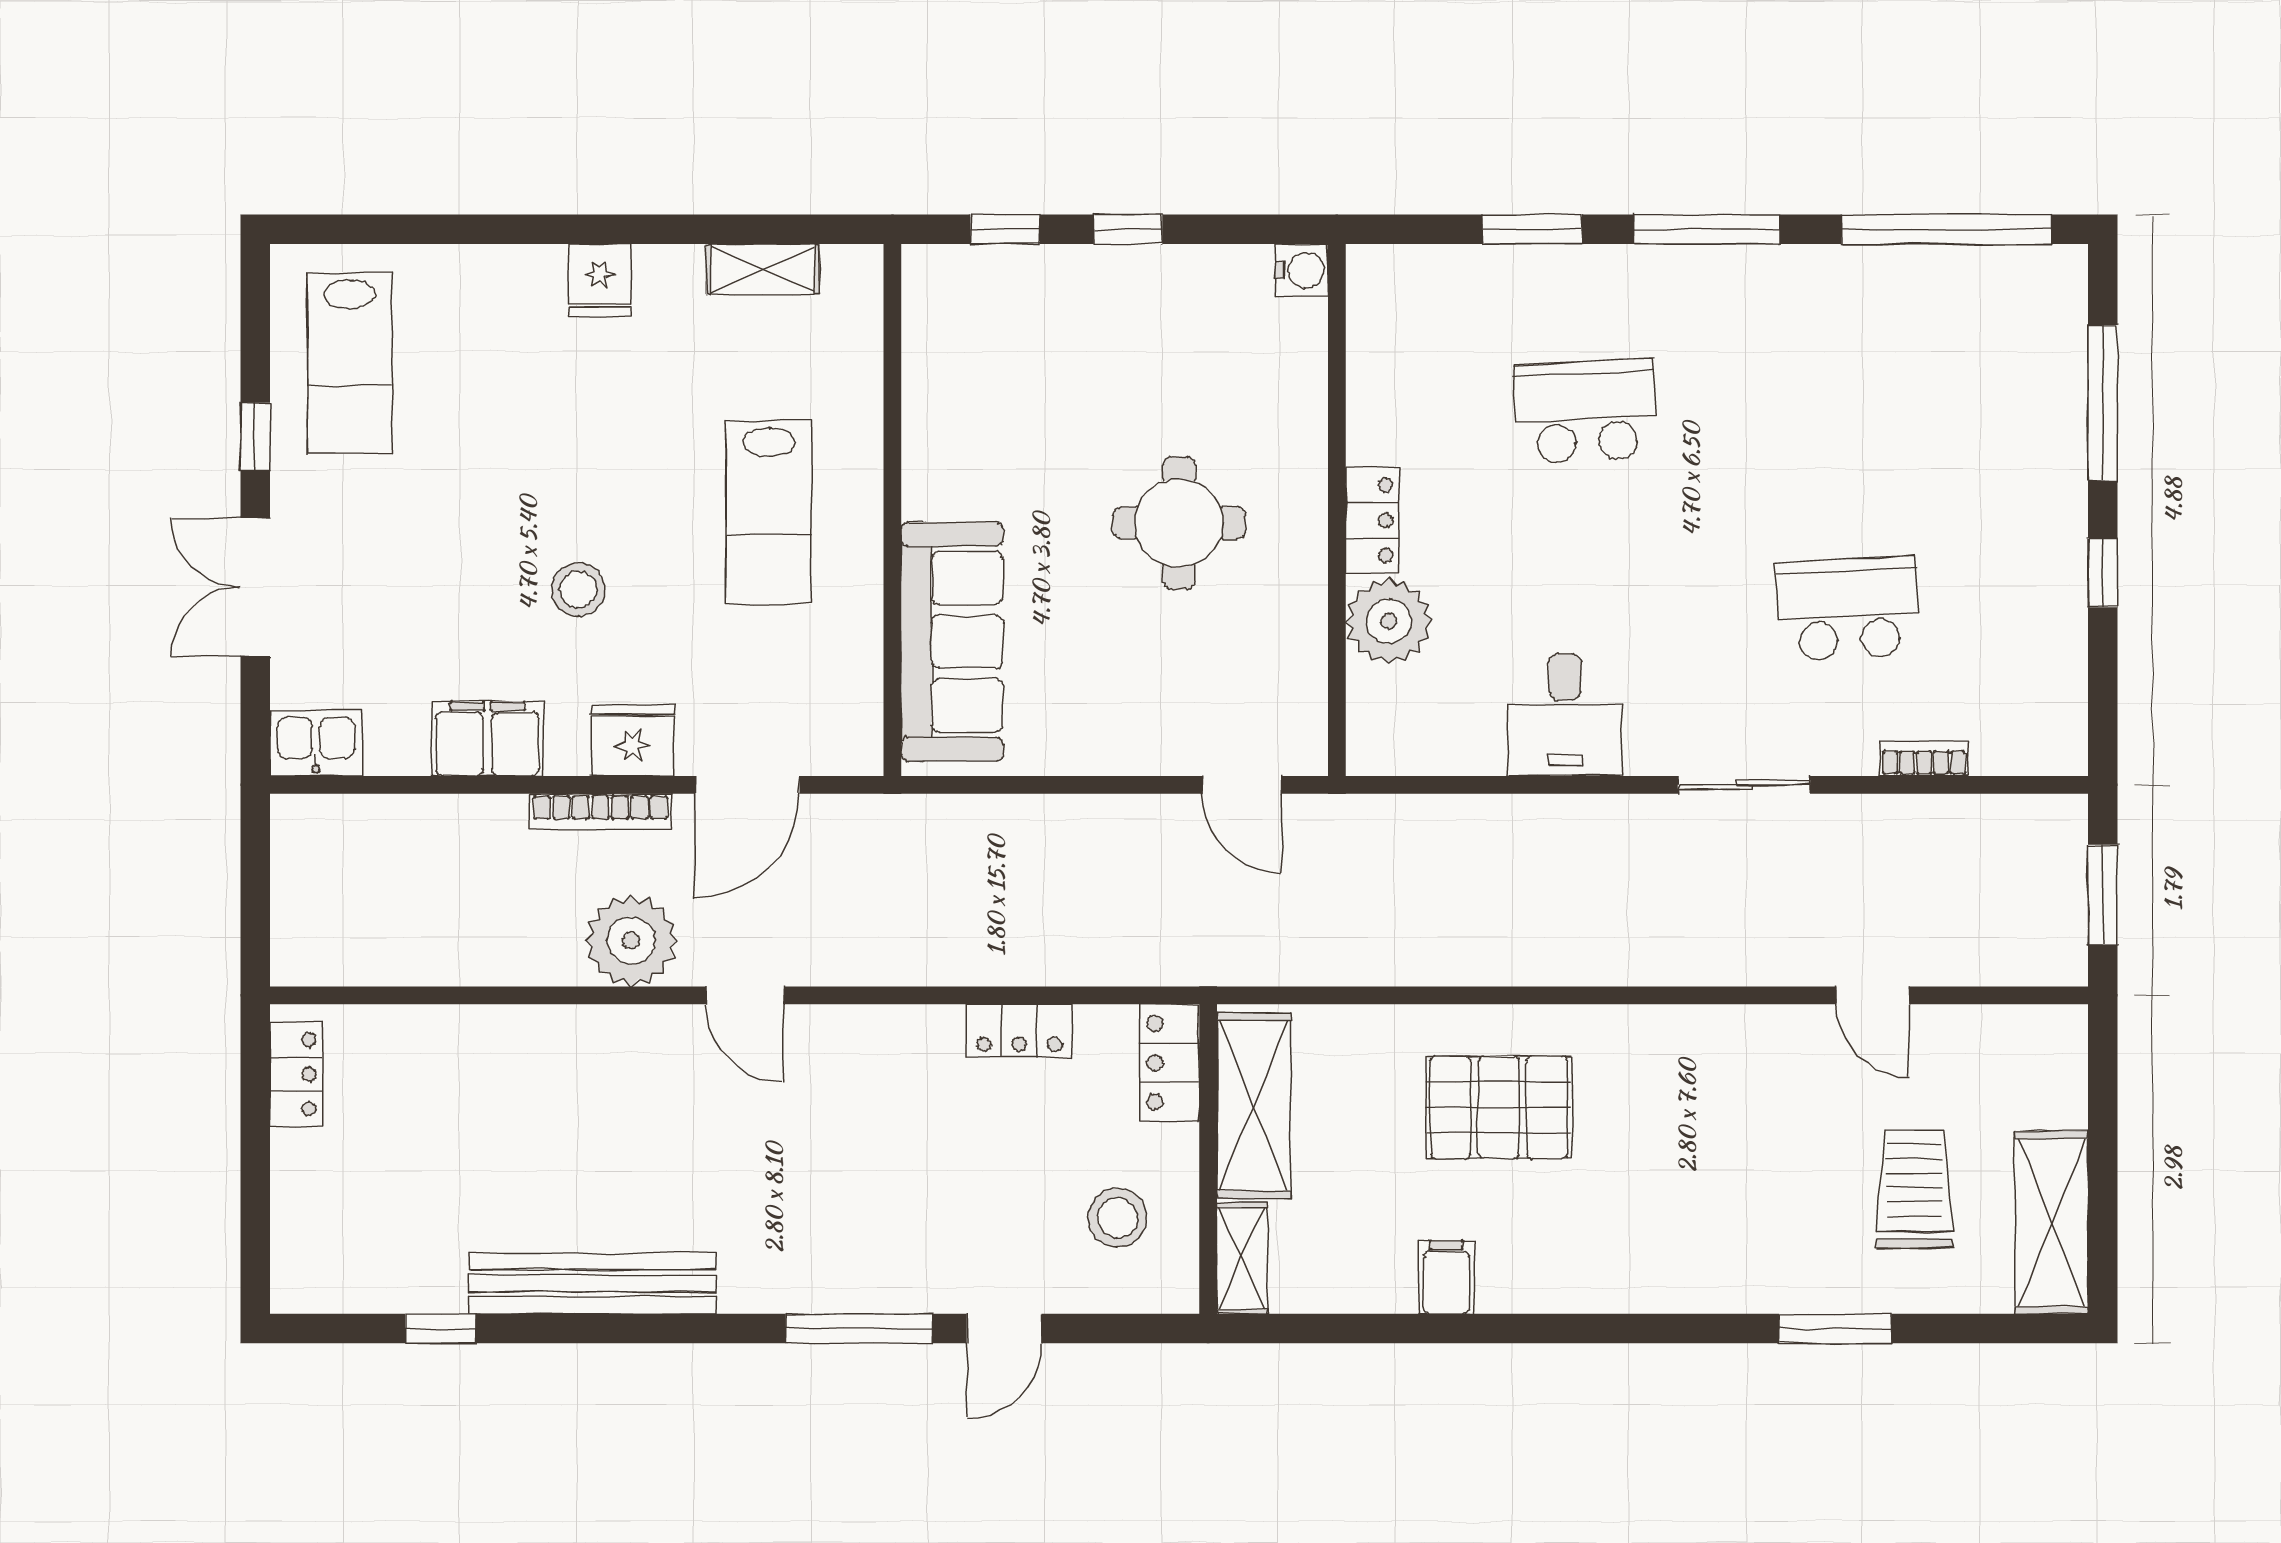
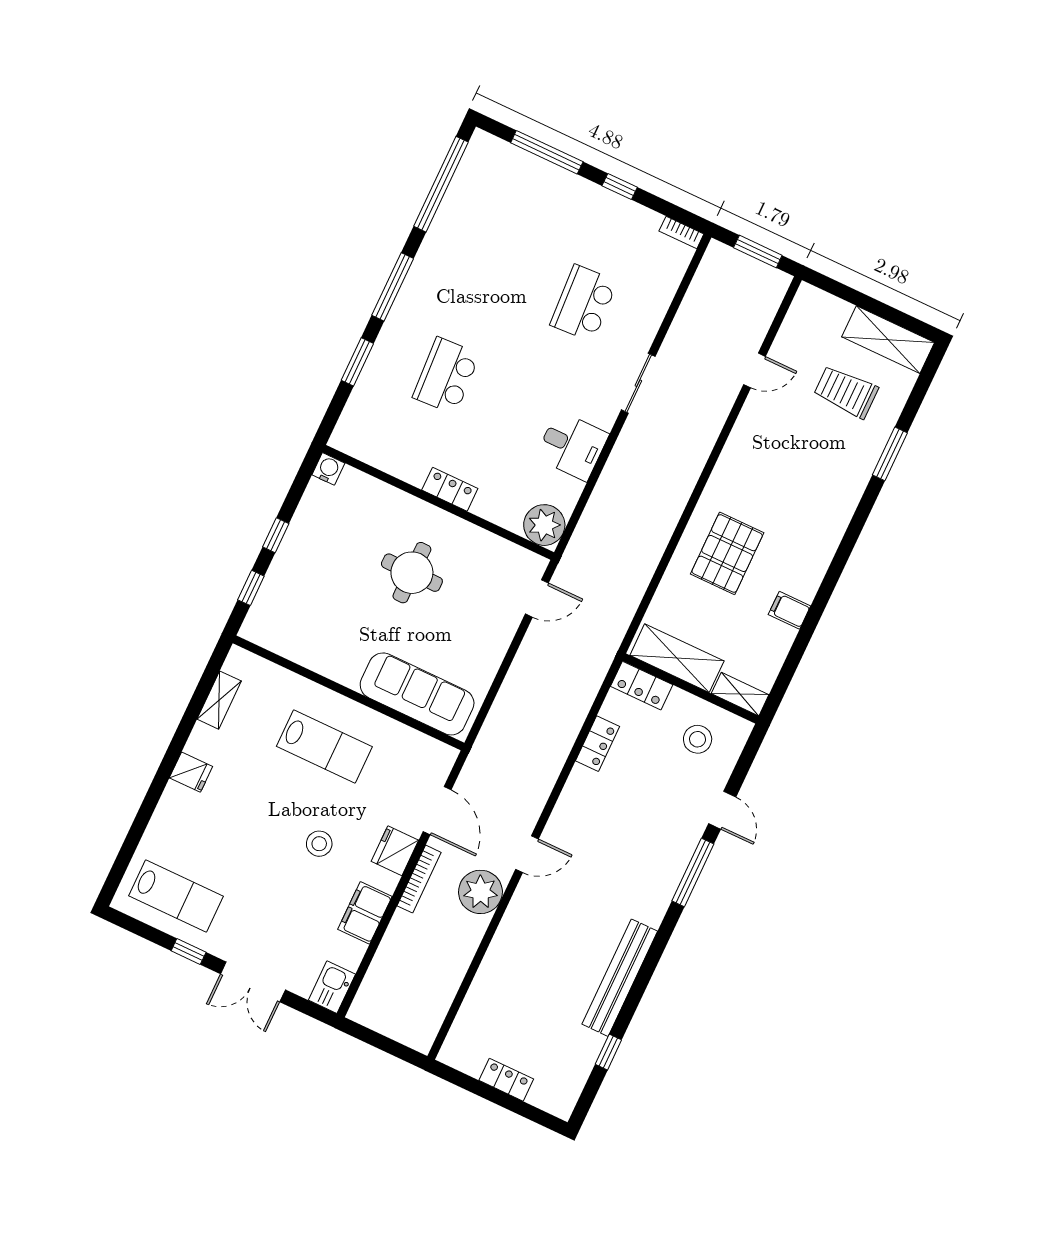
plant: (1389, 621) -> (544, 525), moved
bookcase: (1924, 758) -> (681, 232), moved, turned -90
locker: (296, 1074) -> (506, 1080), moved

